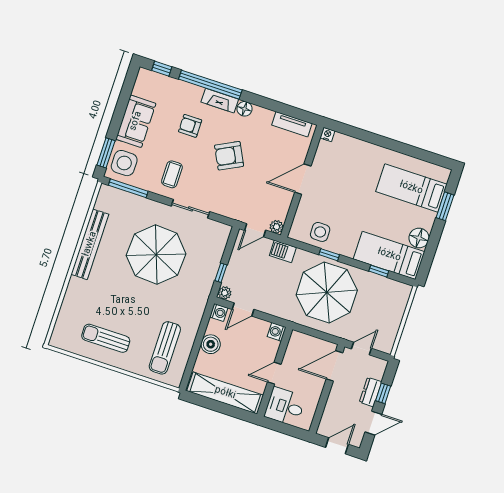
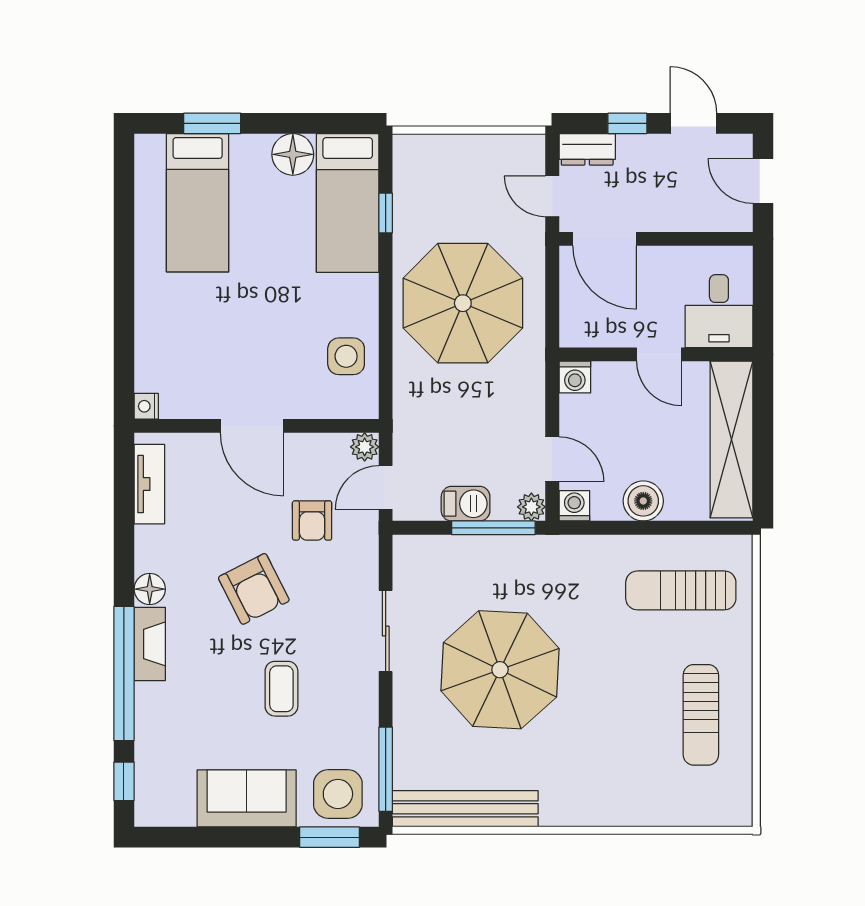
armchair: (190, 126) -> (312, 521), moved
coffee table: (172, 174) -> (281, 689), moved, turned 90
door: (255, 230) -> (386, 487), swing flipped
bench: (90, 244) -> (465, 809), moved
barbecue: (283, 251) -> (466, 504), moved, turned -90
window: (329, 255) -> (386, 323), removed
window: (221, 273) -> (493, 528), width x2.17
sun lounger: (165, 348) -> (681, 590), turned 180
dresser: (371, 392) -> (587, 149), moved

